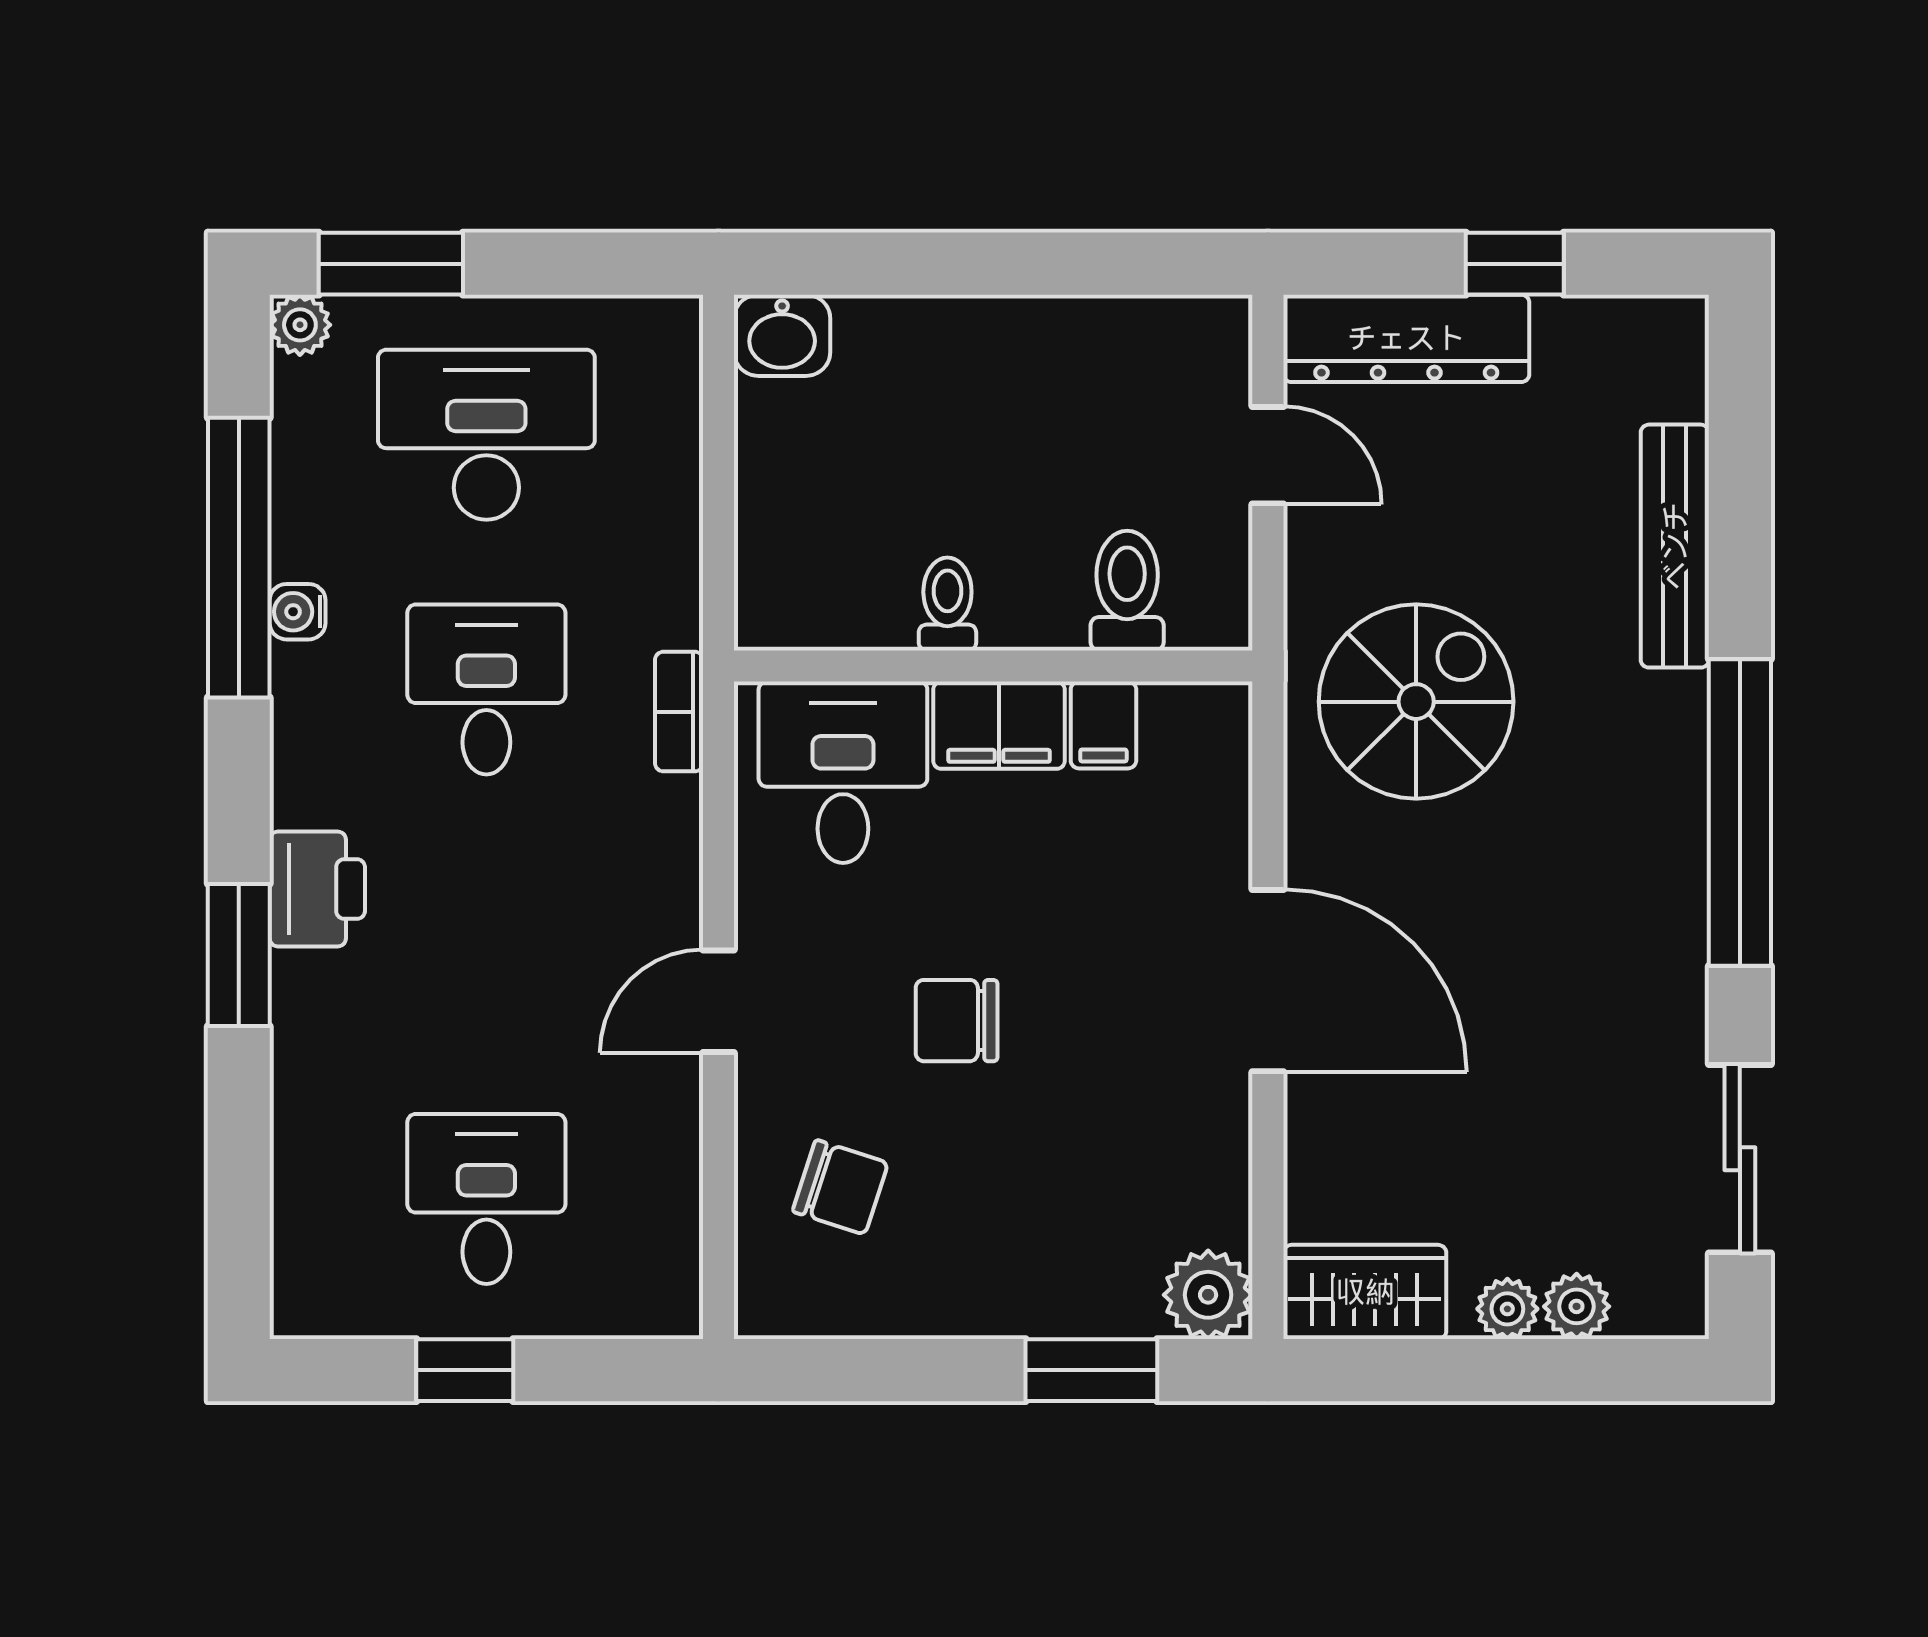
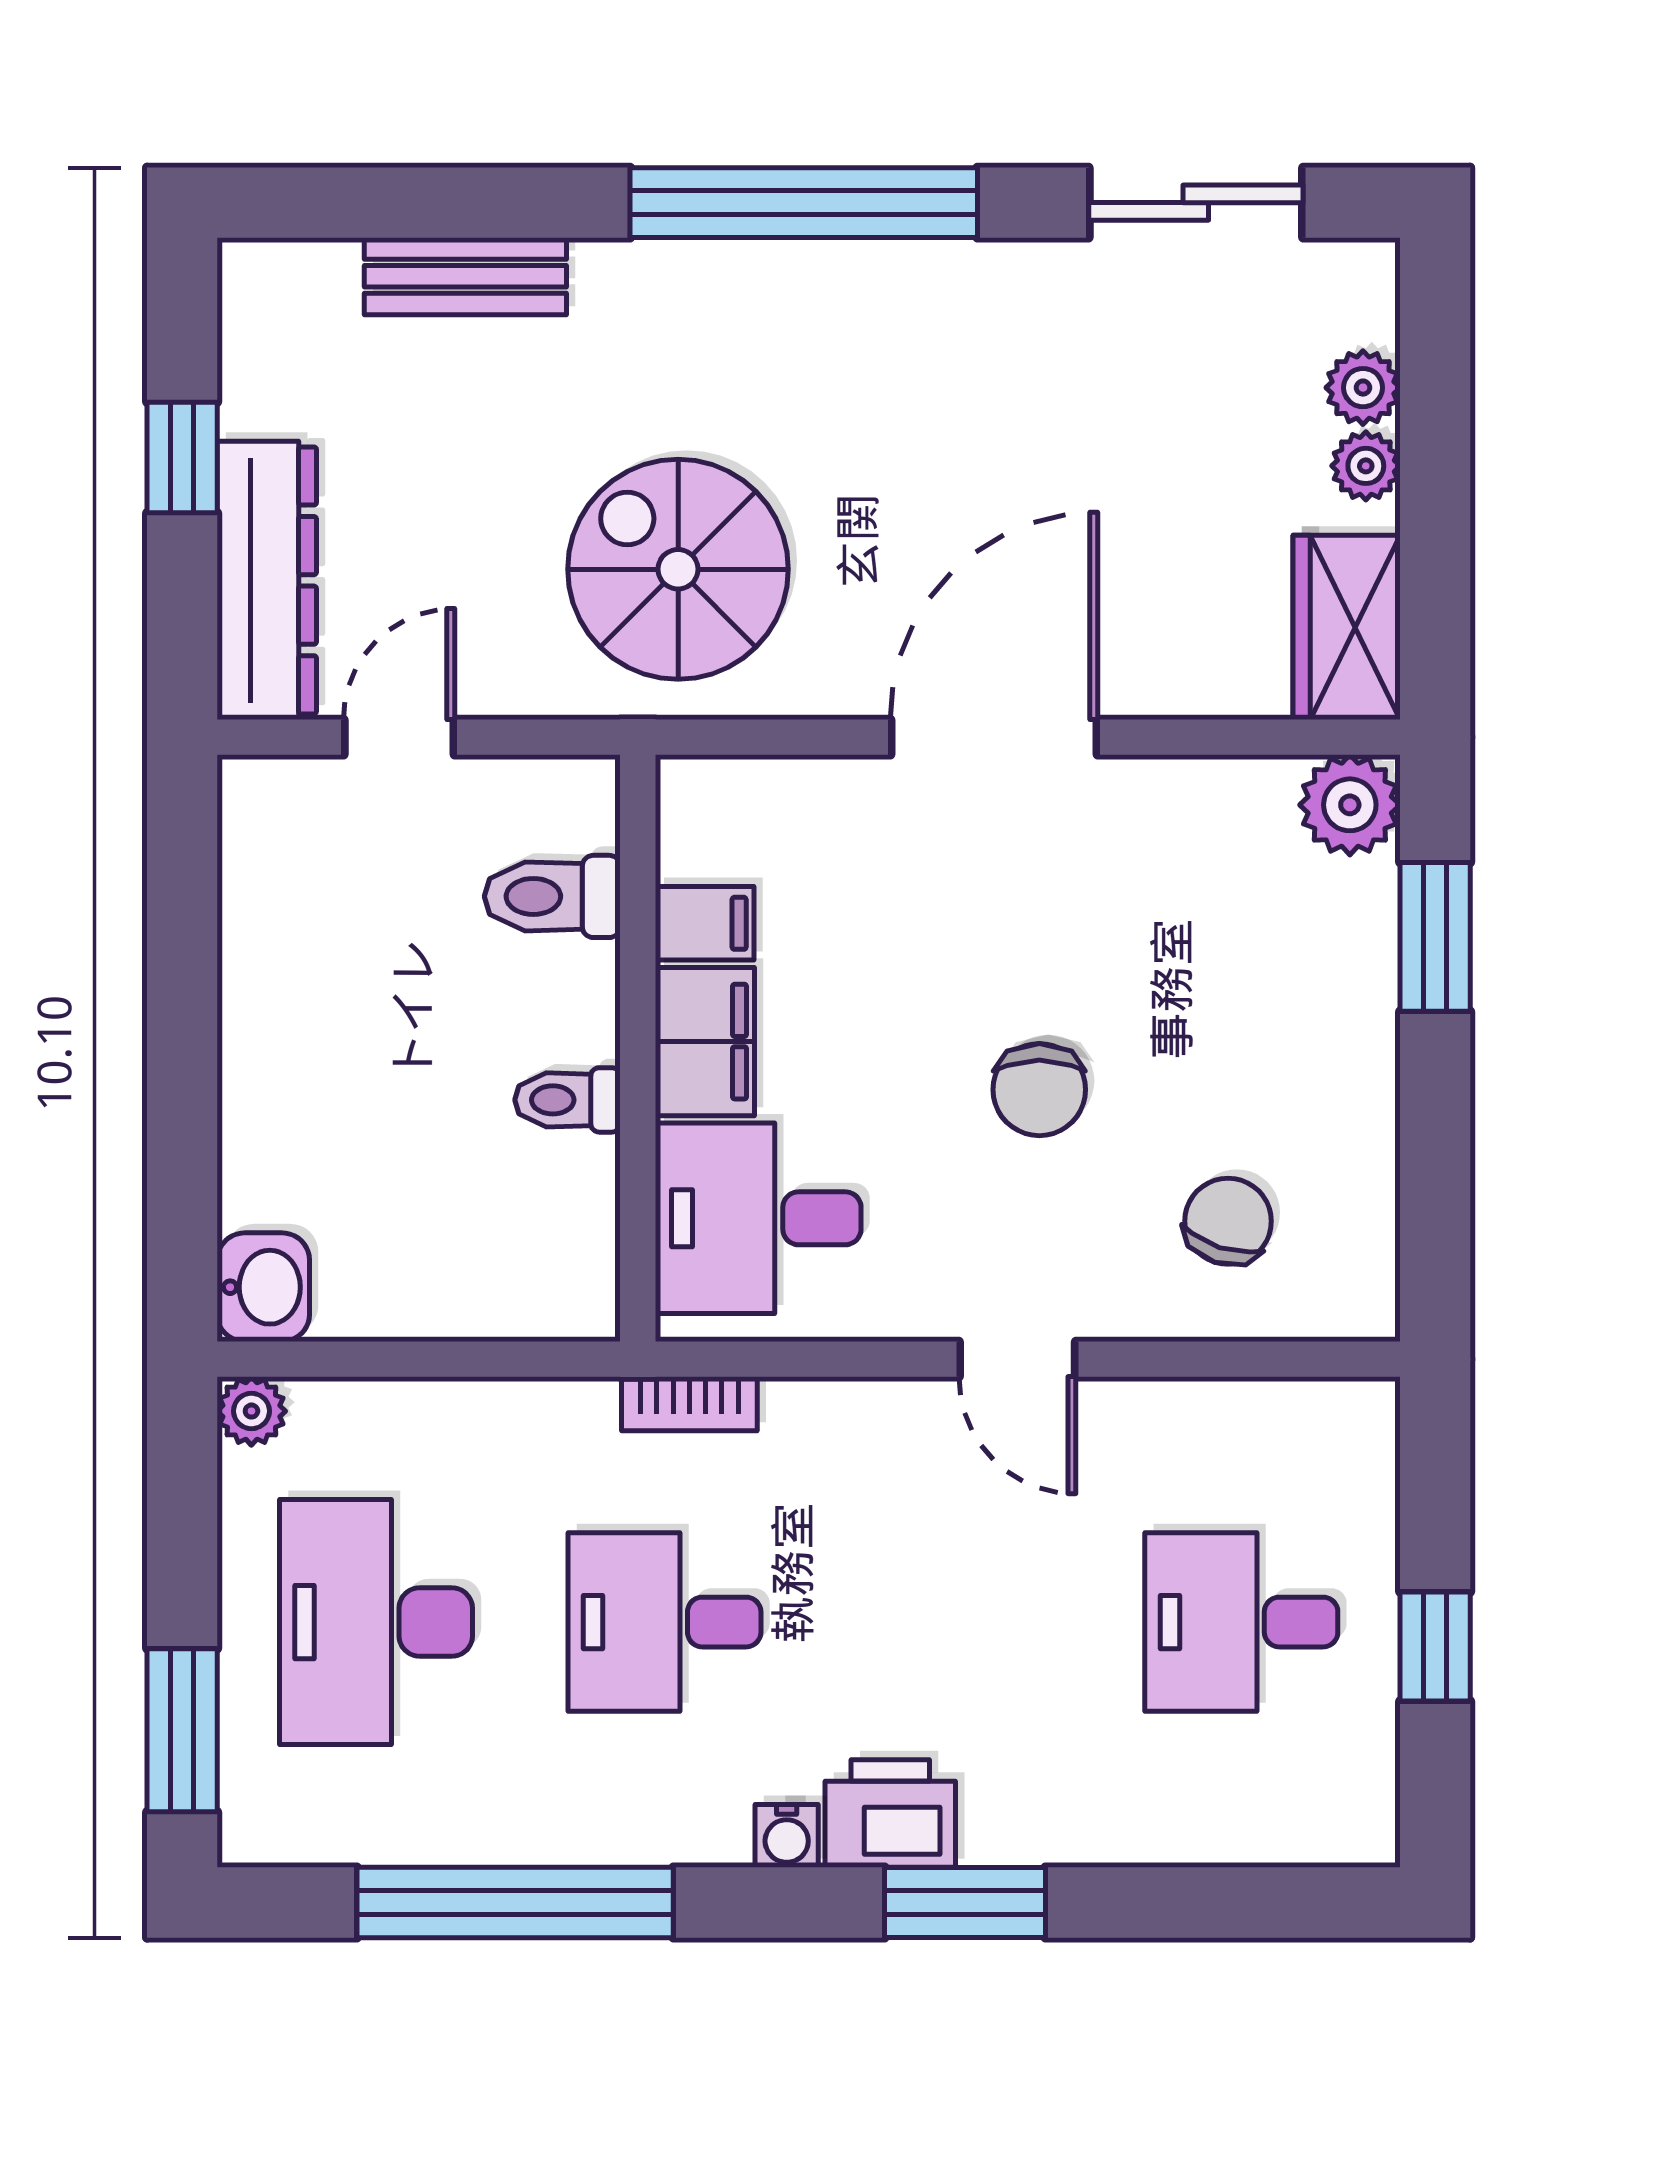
plant: (300, 325) -> (251, 1411), moved
bench: (1675, 546) -> (465, 276), width x0.73
water cooler: (298, 612) -> (787, 1836), moved

